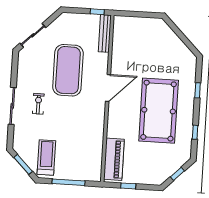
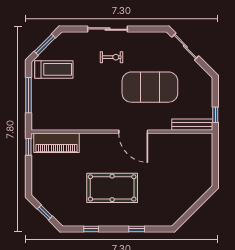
pool table: (159, 111) -> (112, 188), width x0.73, depth x0.76
window: (128, 186) -> (29, 147), moved

